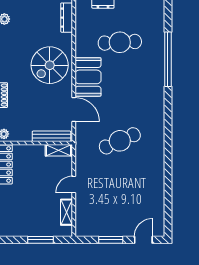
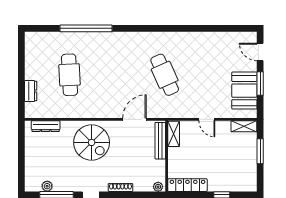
booth: (88, 77) -> (244, 91), moved, turned 90
shelving: (66, 212) -> (244, 126), moved

